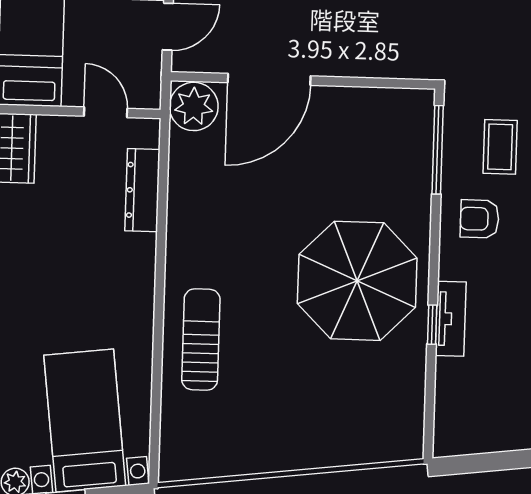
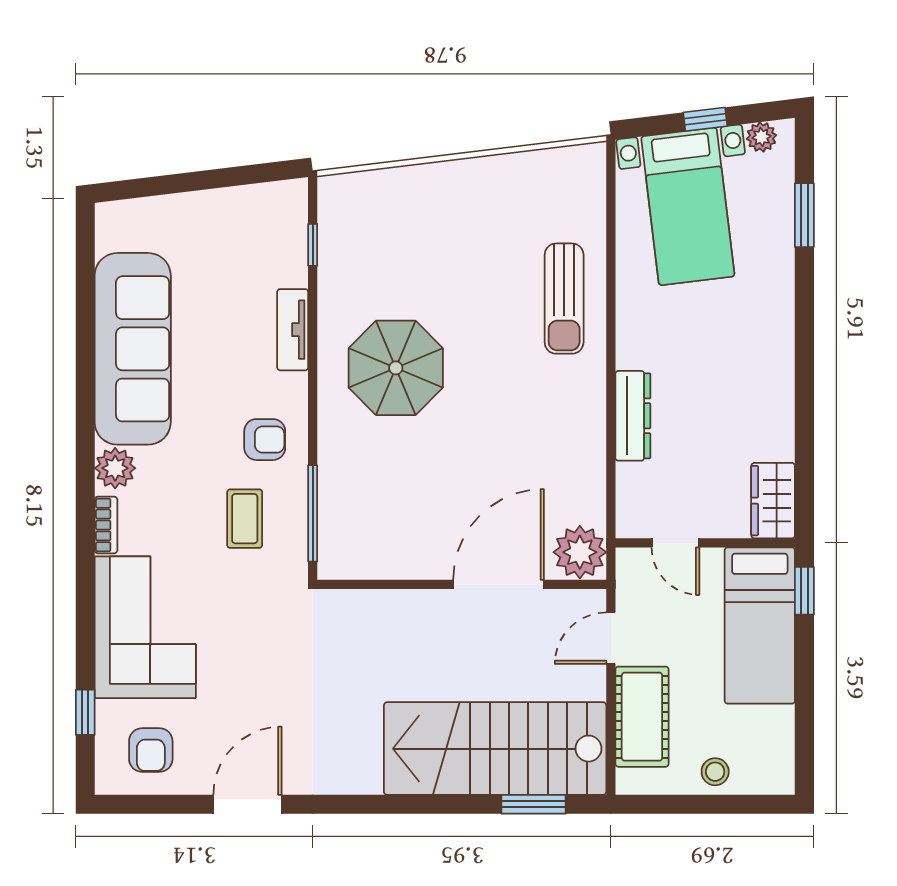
dresser: (142, 190) -> (633, 416), moved
parasol: (357, 281) -> (396, 368), width x0.73, depth x0.73
window: (432, 325) -> (313, 245), moved

